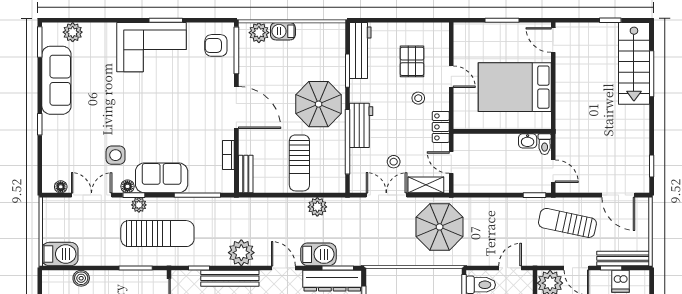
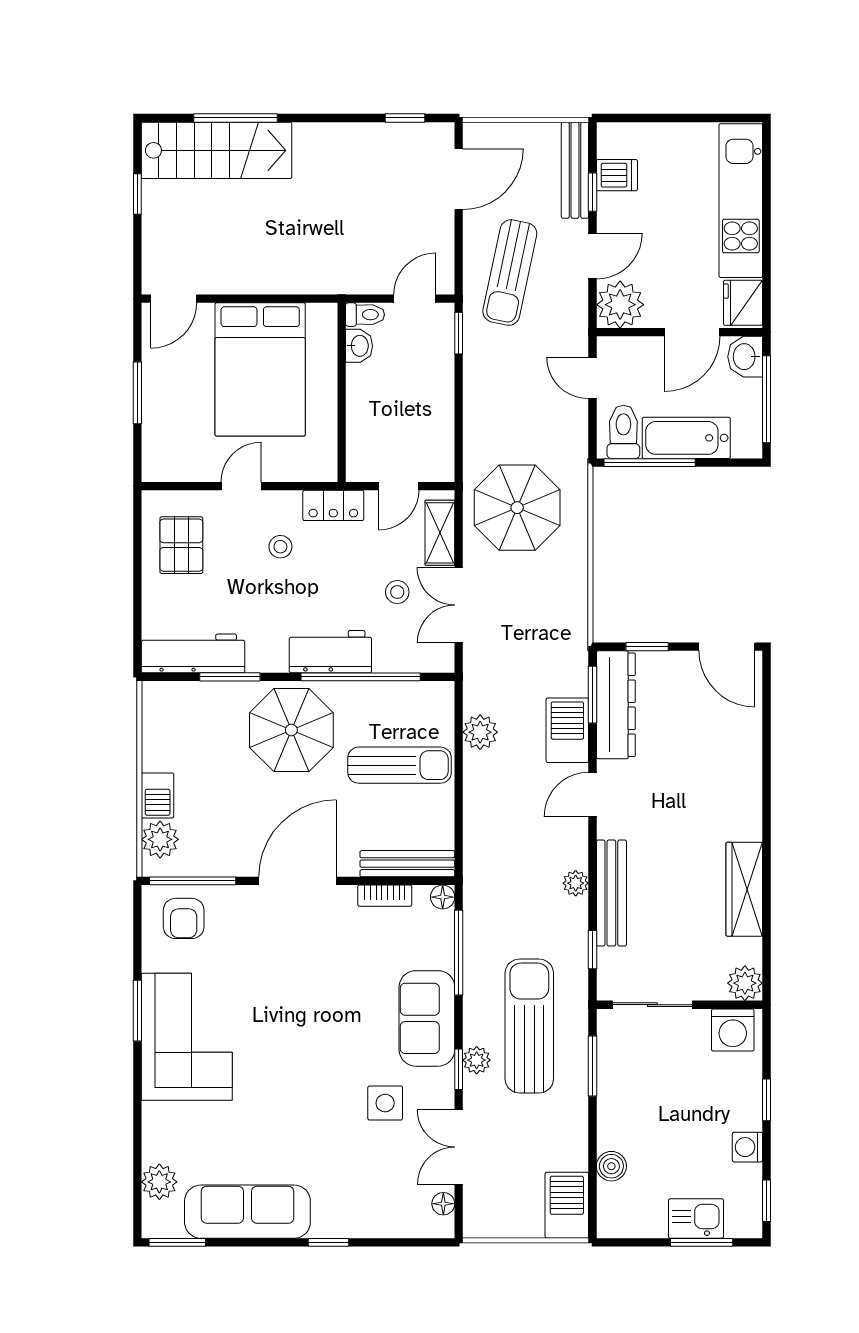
pallet: (412, 61) -> (181, 545), moved, turned 90
bench: (246, 174) -> (407, 864), width x1.36
floor lamp: (127, 186) -> (443, 897), moved
plant: (241, 253) -> (576, 883), width x0.53, depth x0.53

